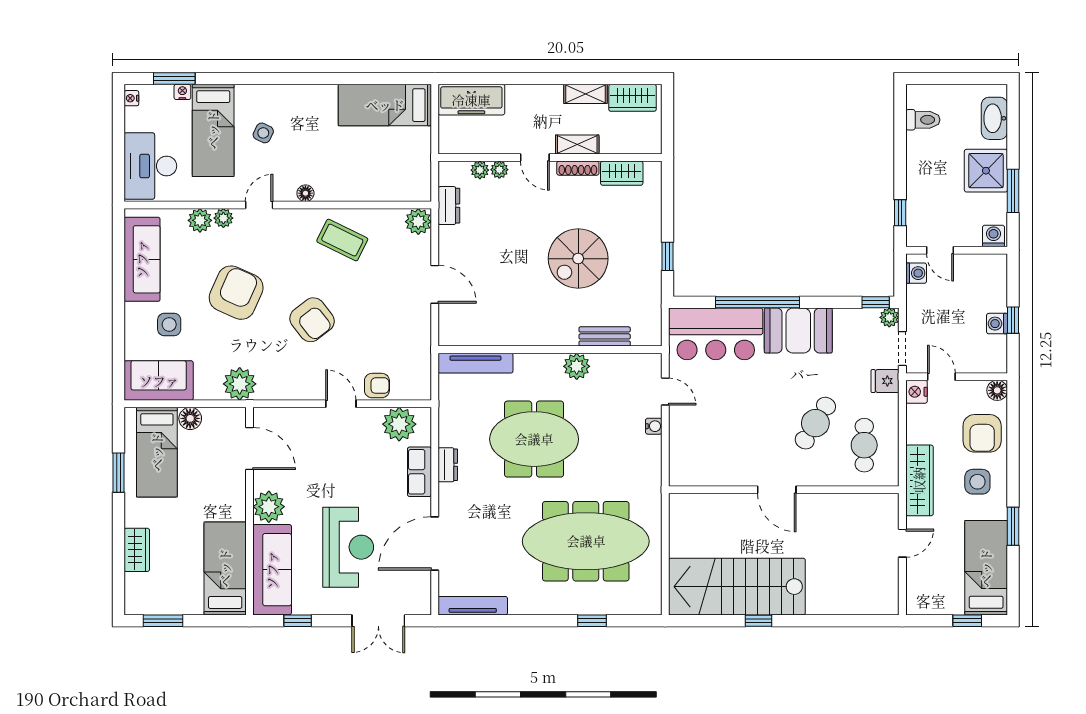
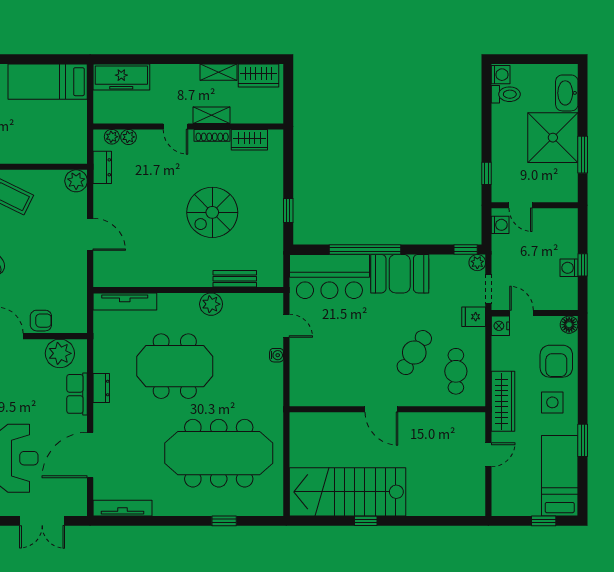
plant: (499, 170) -> (112, 137), moved
shower: (986, 171) -> (553, 138), width x1.37, depth x1.37
washing machine: (993, 236) -> (501, 75), moved, turned 90

